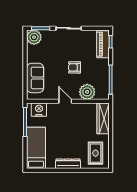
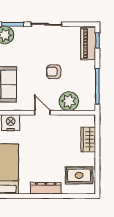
wardrobe: (103, 118) -> (88, 140), width x0.67
rug: (95, 153) -> (79, 175), turned 90

